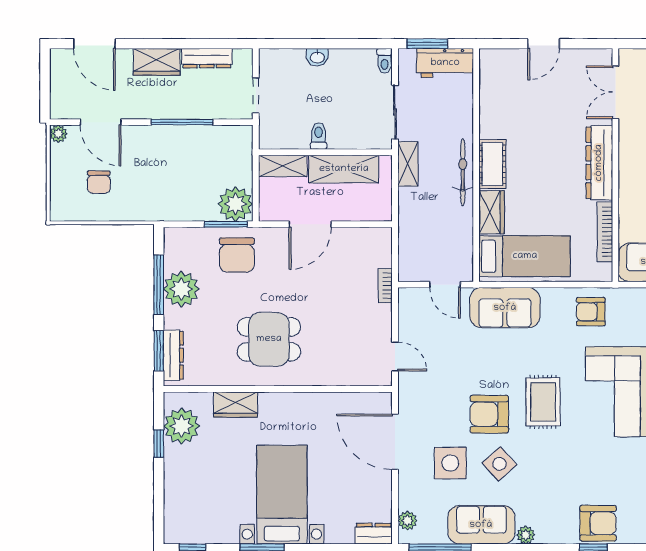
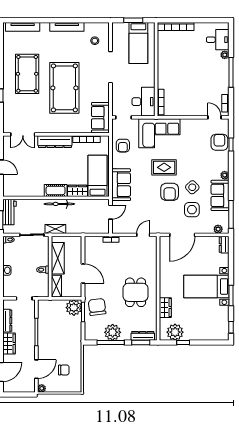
chair: (237, 255) -> (97, 307), turned -97

